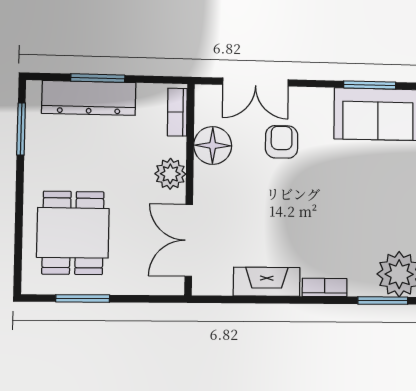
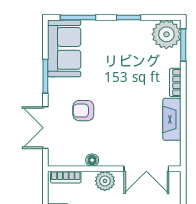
double door: (256, 82) -> (45, 128), swing flipped
window: (370, 85) -> (45, 76), moved
floor lamp: (213, 145) -> (92, 160), width x0.53, depth x0.53

